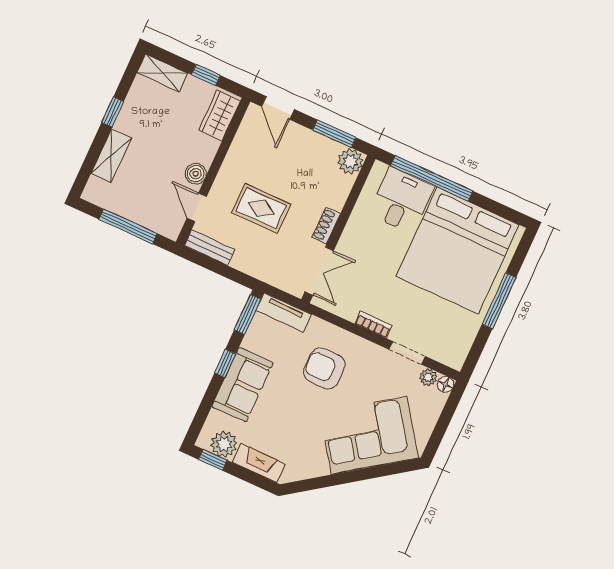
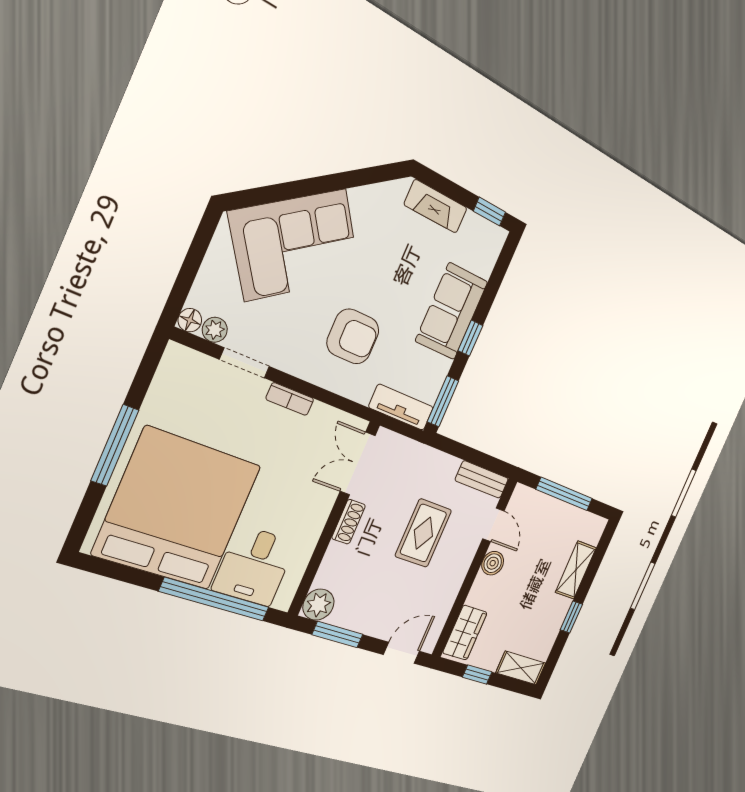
door: (278, 108) -> (402, 653), hinge flipped
rug: (261, 208) -> (423, 533), turned 90
plant: (224, 444) -> (476, 232), removed

